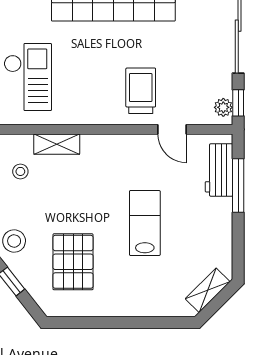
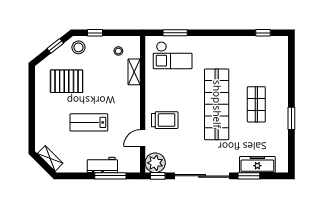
plant: (223, 107) -> (155, 163), width x1.88, depth x1.88
workbench: (219, 170) -> (102, 165), moved
lab bench: (145, 223) -> (89, 122), turned 180

